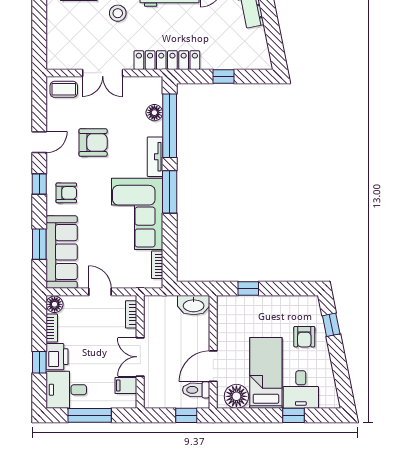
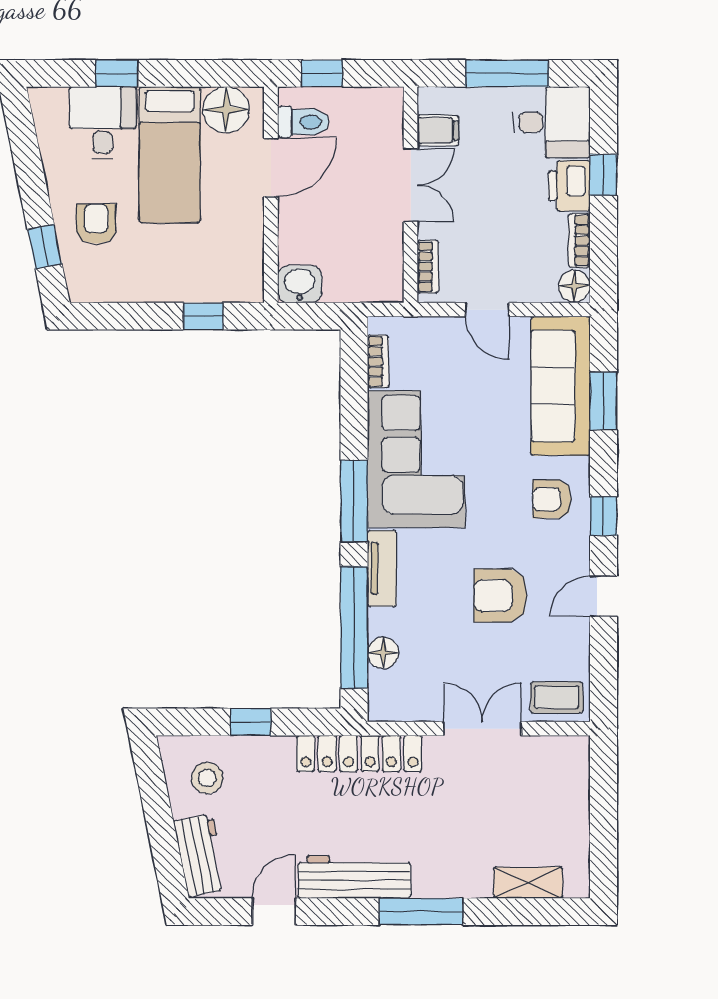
stool: (118, 13) -> (207, 778), moved
washbasin: (194, 305) -> (300, 284), width x0.72

